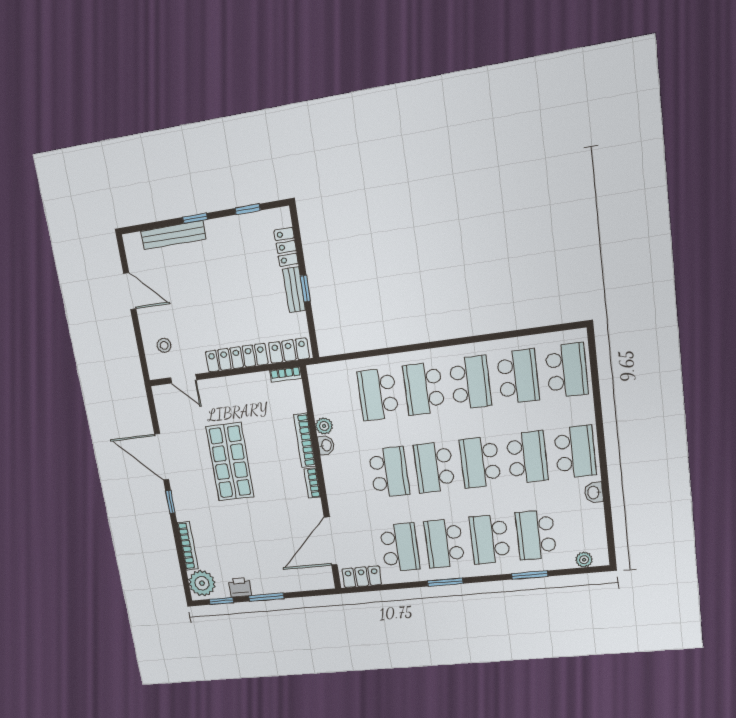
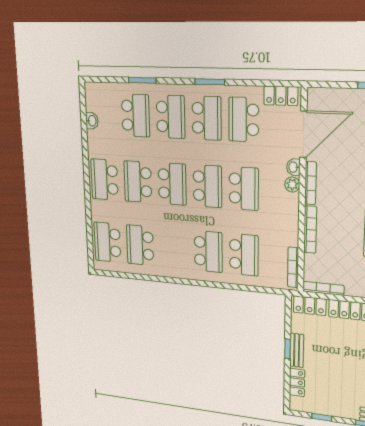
bookcase: (286, 374) -> (323, 288), width x1.56
school desk: (470, 383) -> (174, 248), removed
bookcase: (316, 392) -> (293, 267), added
plant: (324, 426) -> (292, 184), moved
washbasin: (326, 445) -> (293, 167), moved
school desk: (389, 472) -> (244, 189), turned 180
bookcase: (312, 483) -> (310, 183), width x1.56
washbasin: (594, 493) -> (92, 121), moved
plant: (584, 560) -> (102, 89), removed

